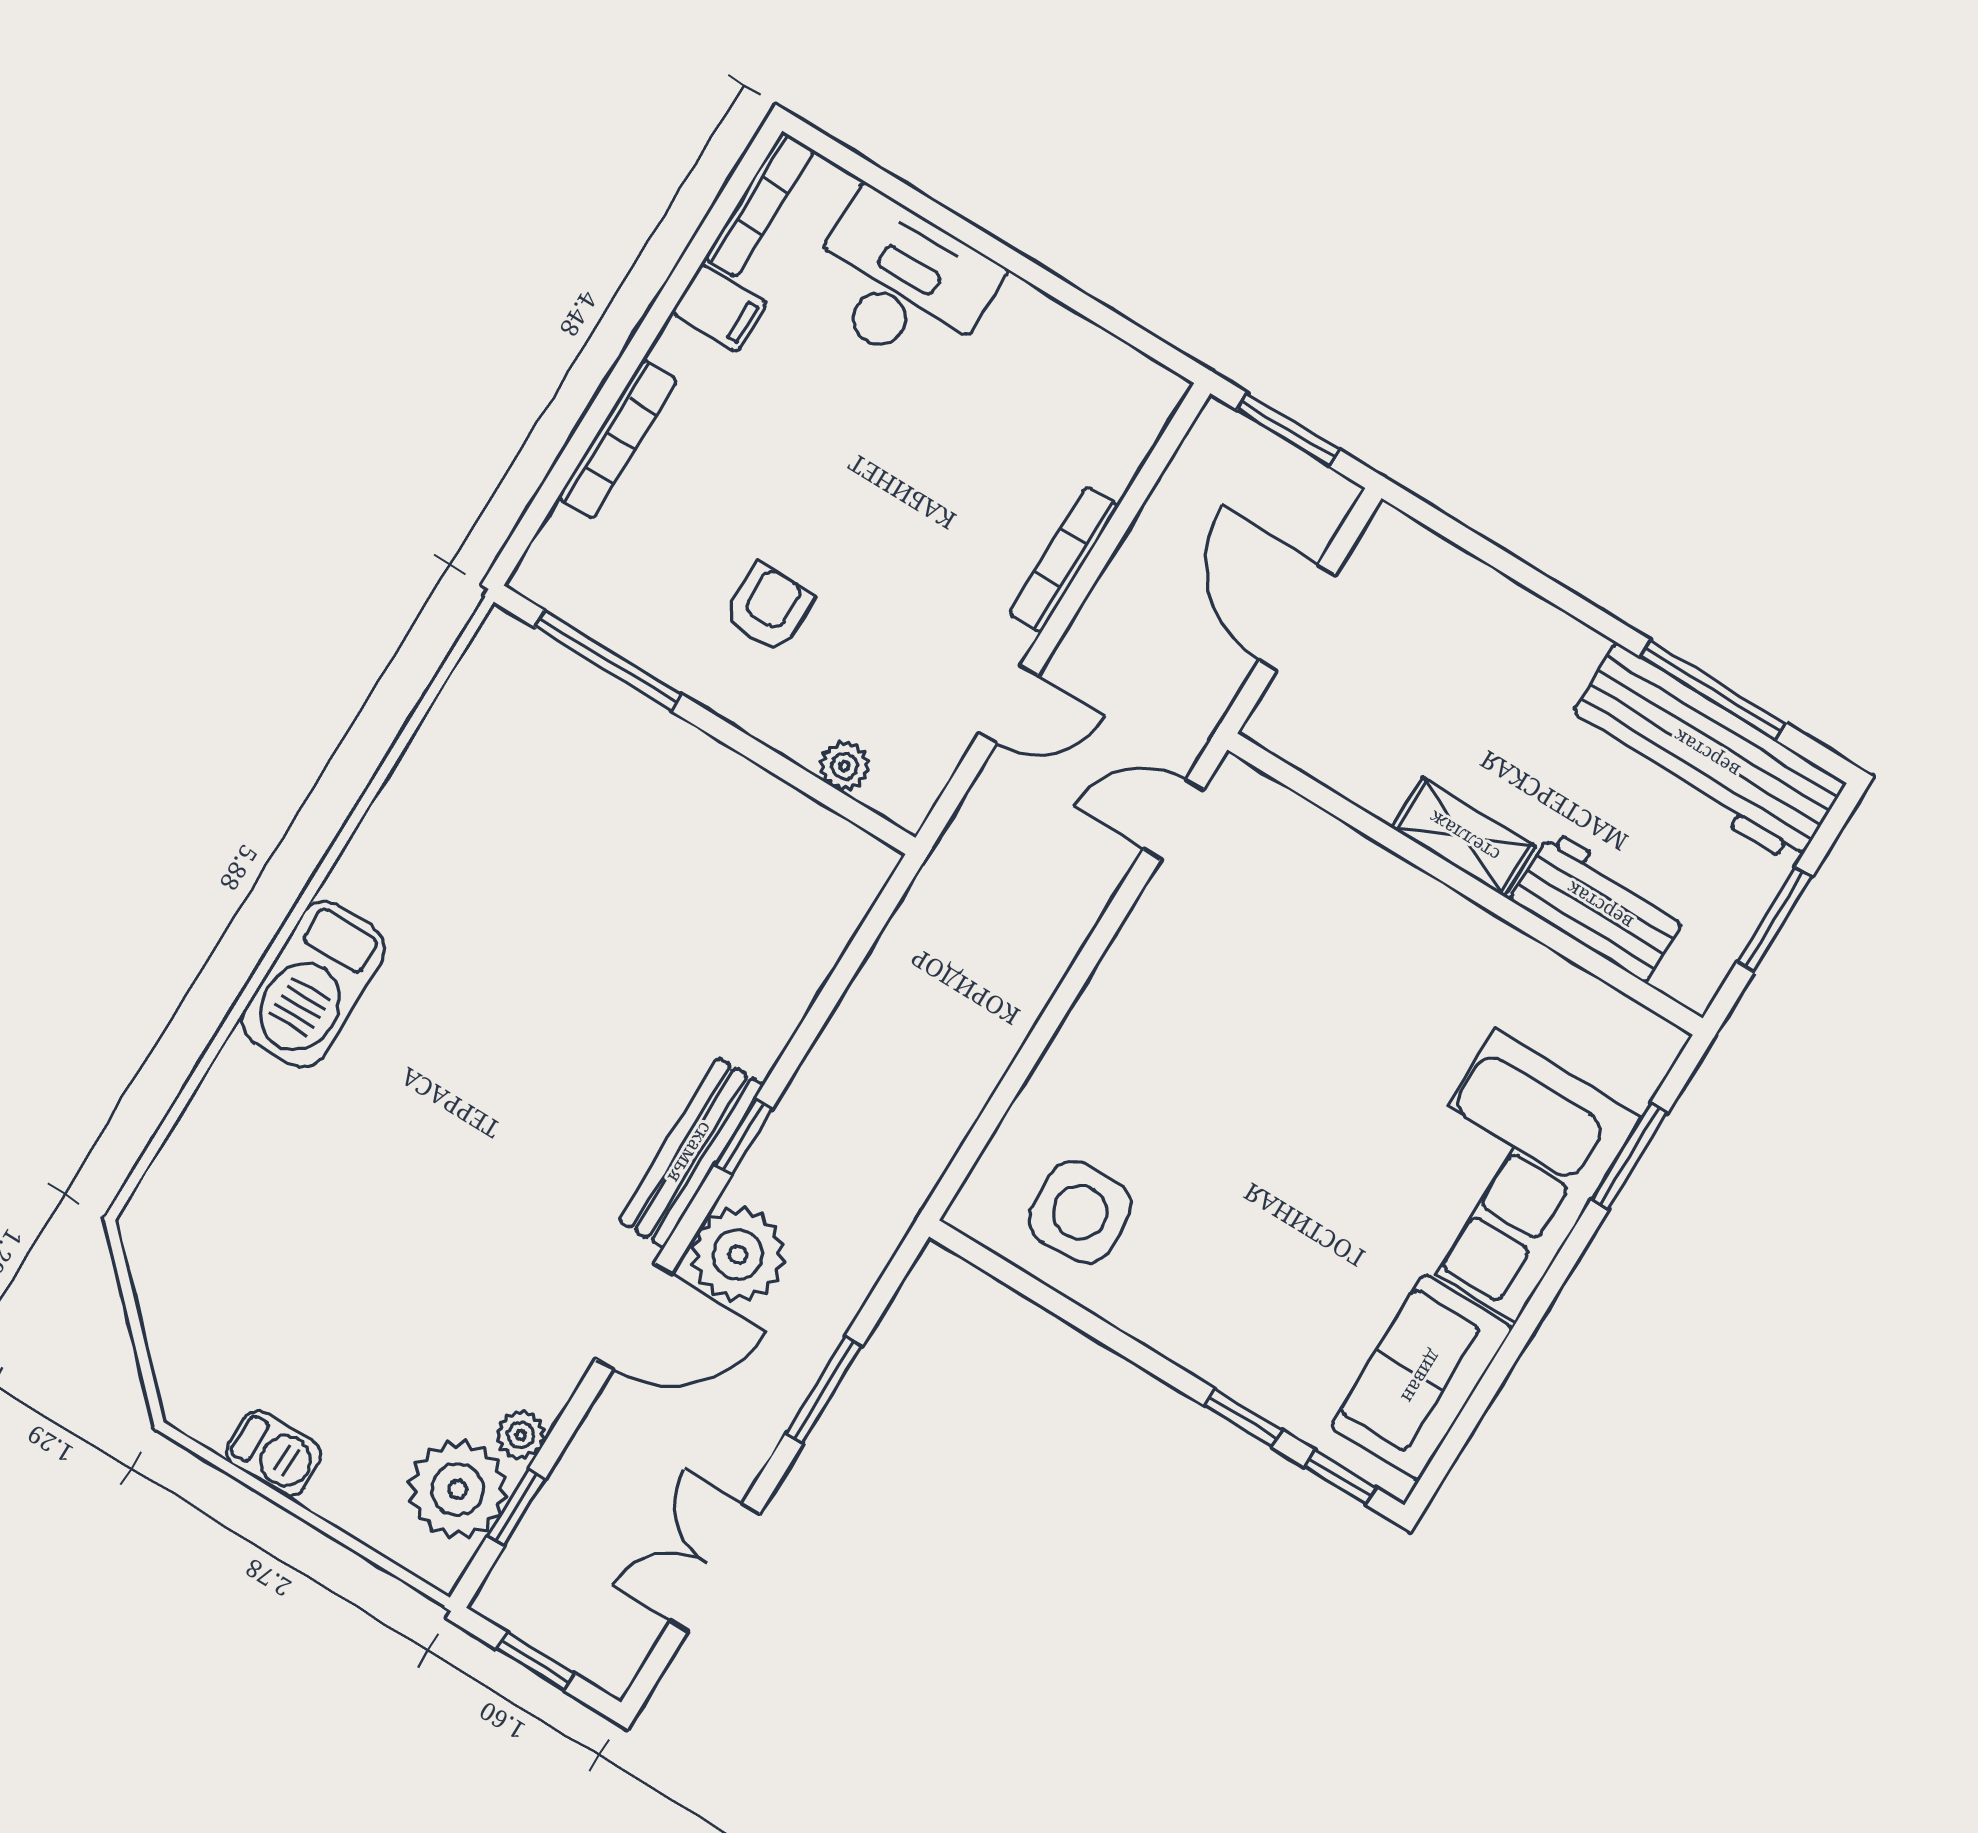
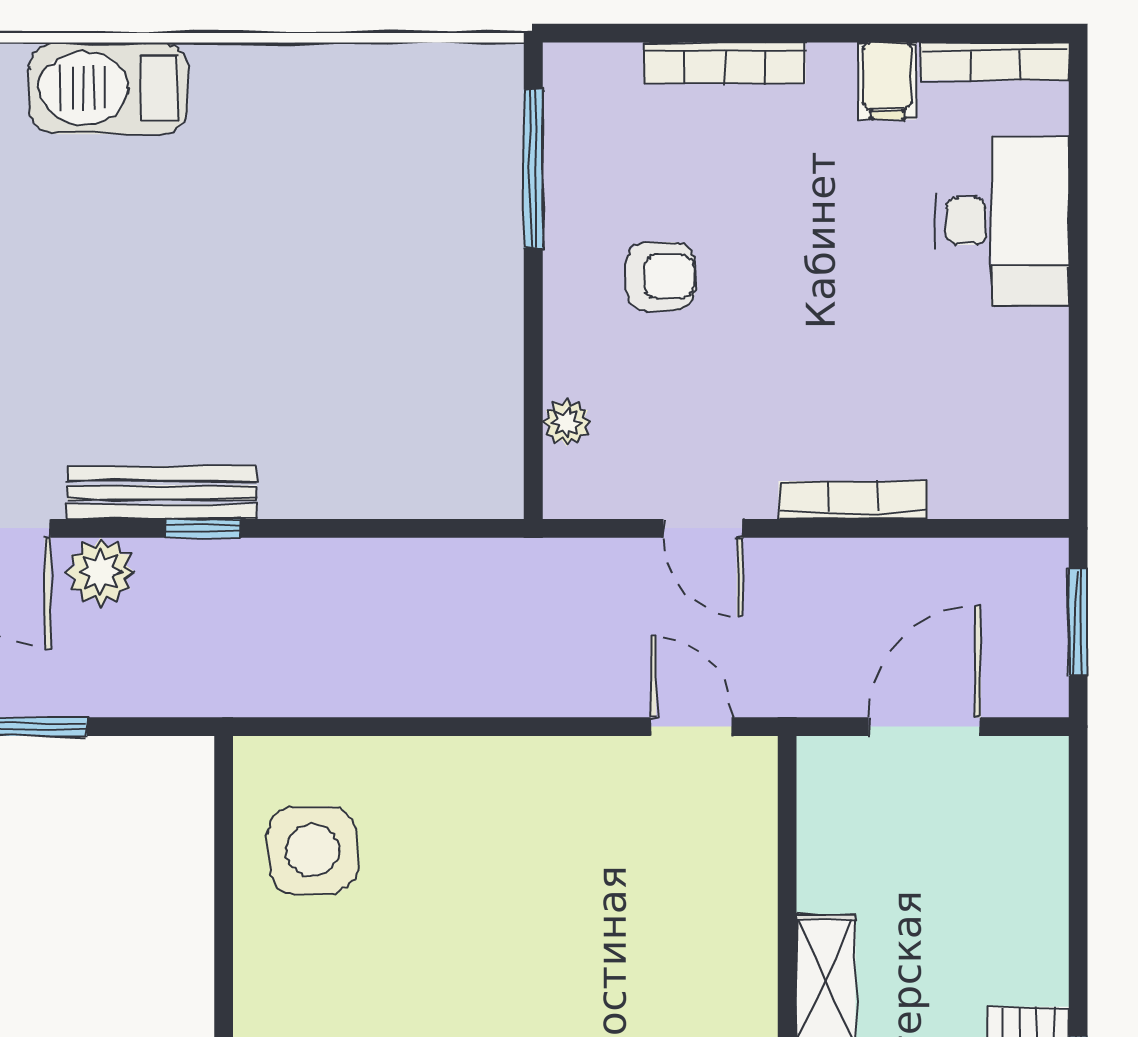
plant: (738, 1255) -> (101, 572), width x0.73, depth x0.73

